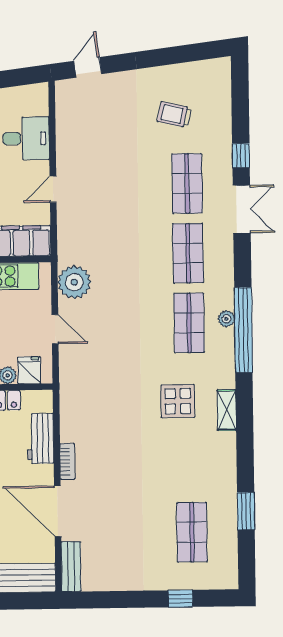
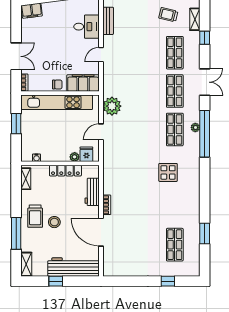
double door: (242, 209) -> (205, 82), moved
door: (55, 329) -> (101, 132), swing flipped
shelving: (227, 410) -> (195, 19), moved
bench: (71, 567) -> (108, 21), moved

